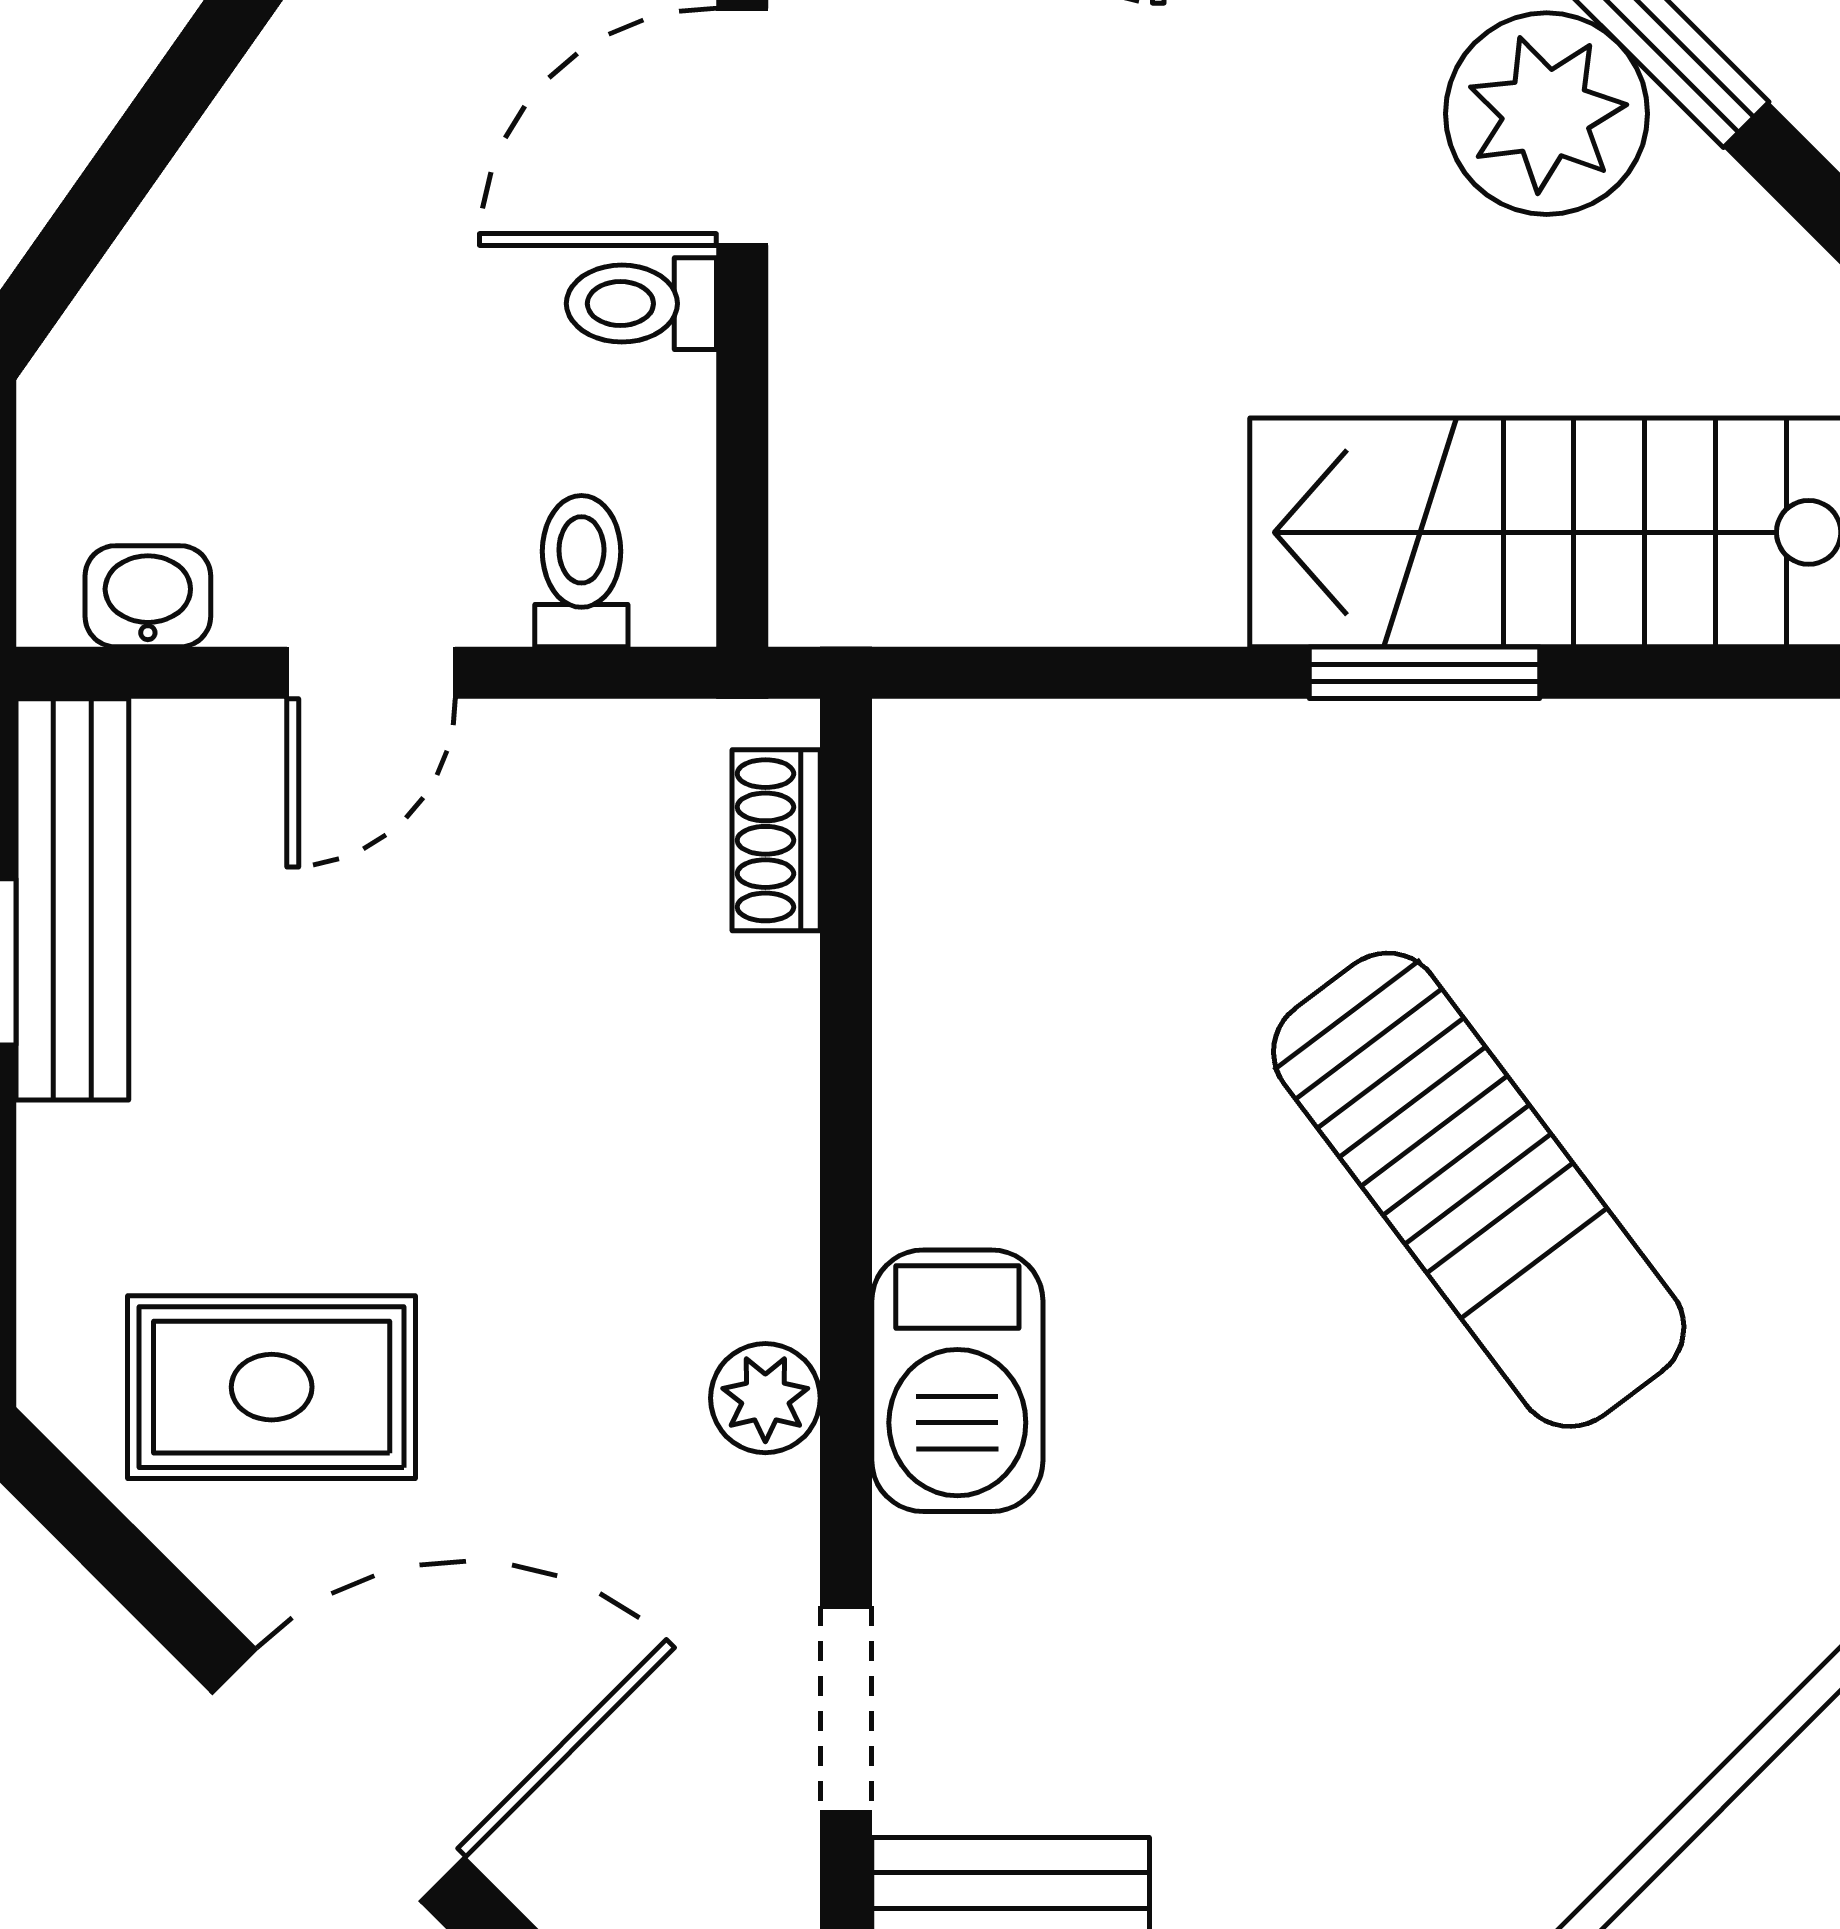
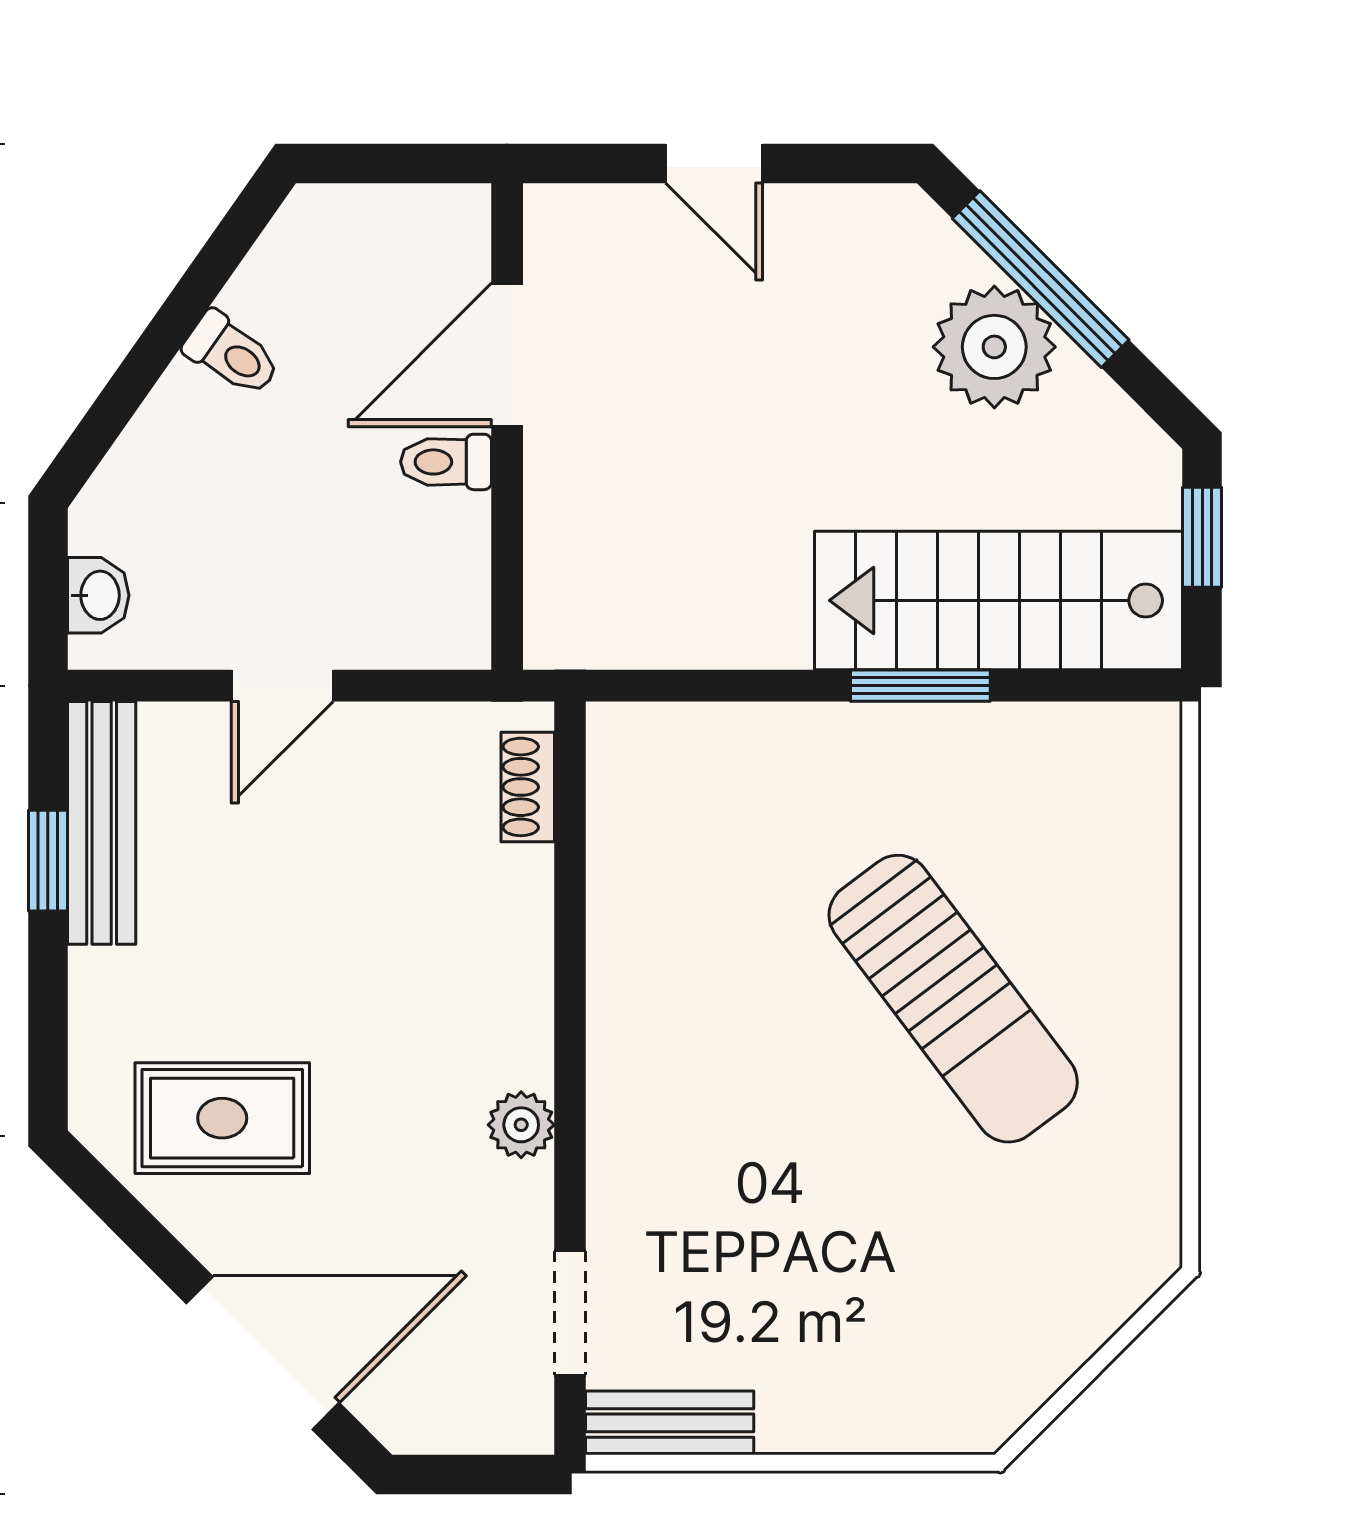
toilet: (581, 571) -> (232, 354), moved, turned 125
washbasin: (148, 596) -> (98, 595), moved, turned 90
barbecue: (957, 1381) -> (637, 1114), removed

